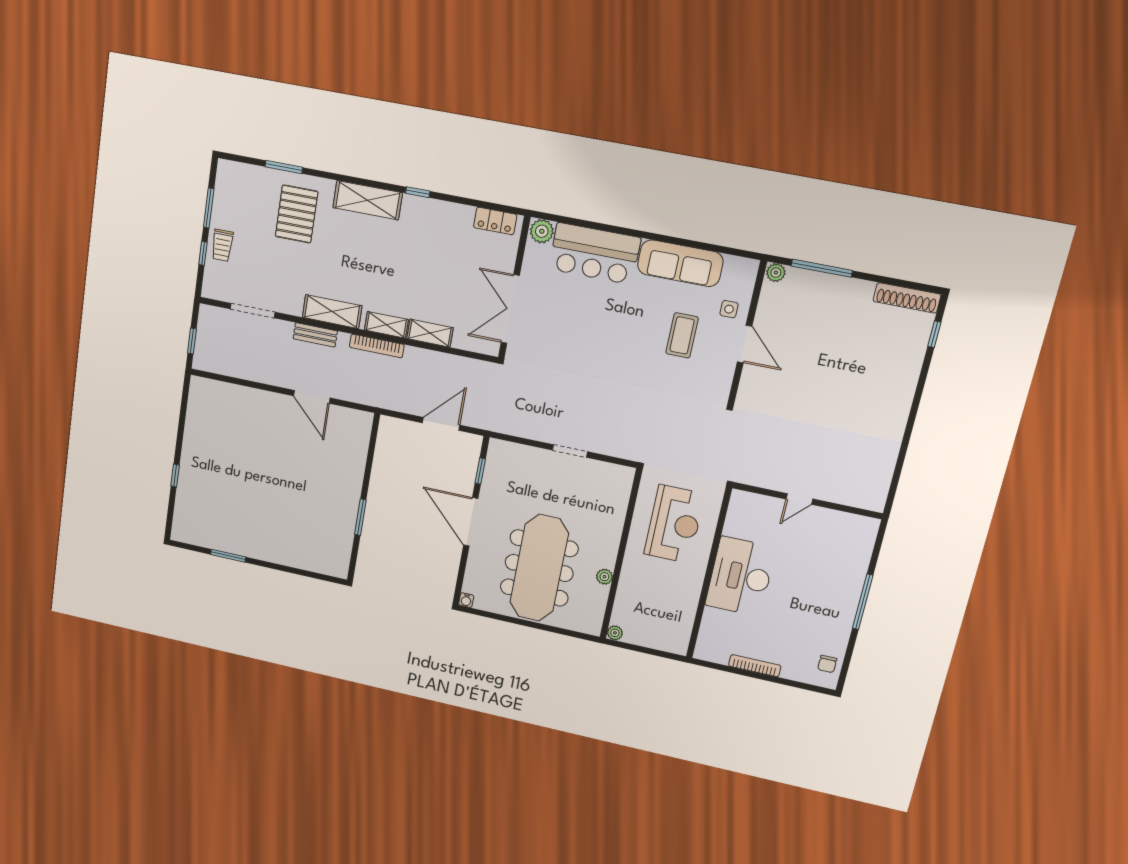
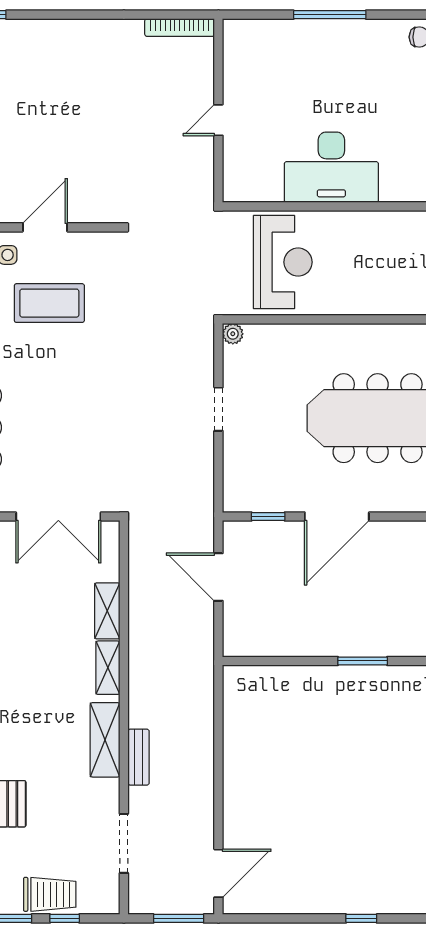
trolley: (222, 245) -> (50, 894), width x1.36, depth x1.39
coffee table: (682, 335) -> (49, 303), width x1.36, depth x1.32
window: (192, 341) -> (179, 918), width x1.50
bookcase: (377, 346) -> (180, 27), moved, turned 90
door: (312, 397) -> (218, 873), moved
door: (799, 499) -> (218, 120), swing flipped
reception desk: (674, 524) -> (283, 262), turned 90
plant: (604, 577) -> (233, 334), moved

